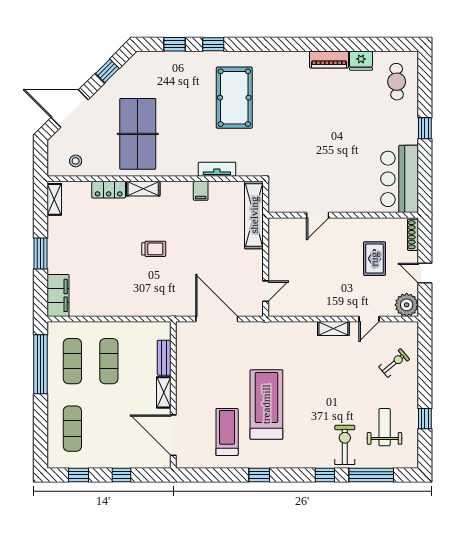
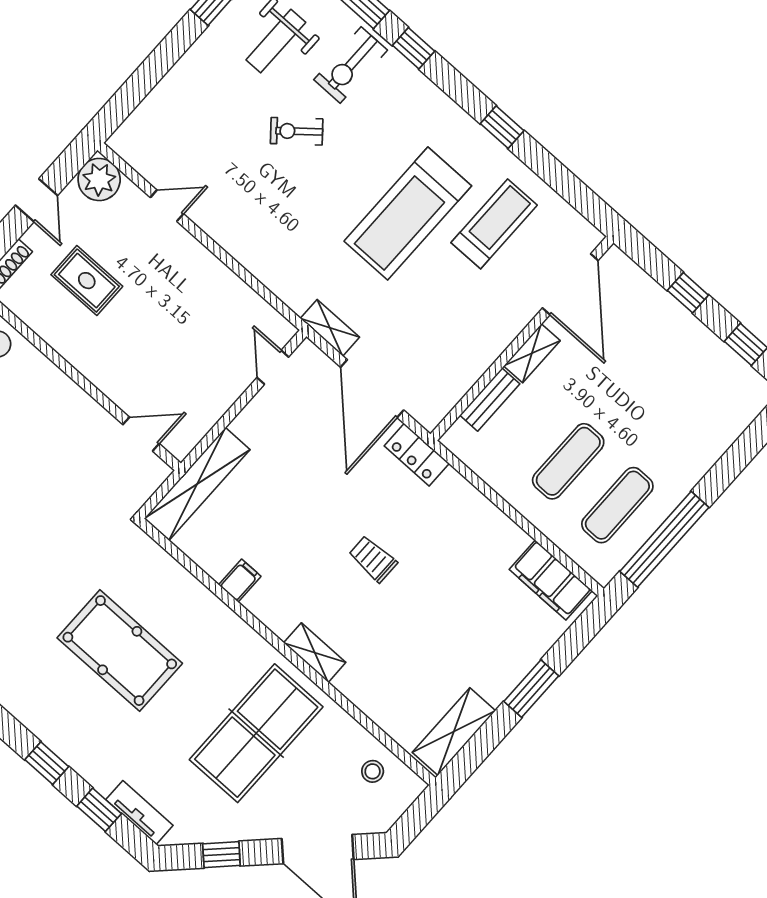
pool table: (234, 98) -> (120, 651), moved, turned 90
tv unit: (217, 169) -> (139, 813), moved, turned 180
locker: (109, 190) -> (417, 455), moved, turned 180
shelving: (54, 199) -> (454, 731), width x1.50, depth x1.33
door: (318, 215) -> (141, 434), moved
rug: (374, 259) -> (87, 281), turned 90
door: (266, 291) -> (273, 367), hinge flipped
filing cabinet: (58, 295) -> (551, 580), moved, turned -90
shelving: (333, 329) -> (330, 328), moved
exercise bike: (394, 363) -> (297, 131), moved
exercise mat: (72, 429) -> (698, 414), removed
treadmill: (227, 432) -> (494, 224), turned 180

